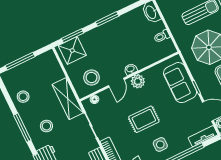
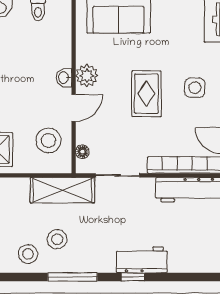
door: (116, 83) -> (74, 108), hinge flipped
stool: (46, 126) -> (57, 239), moved

